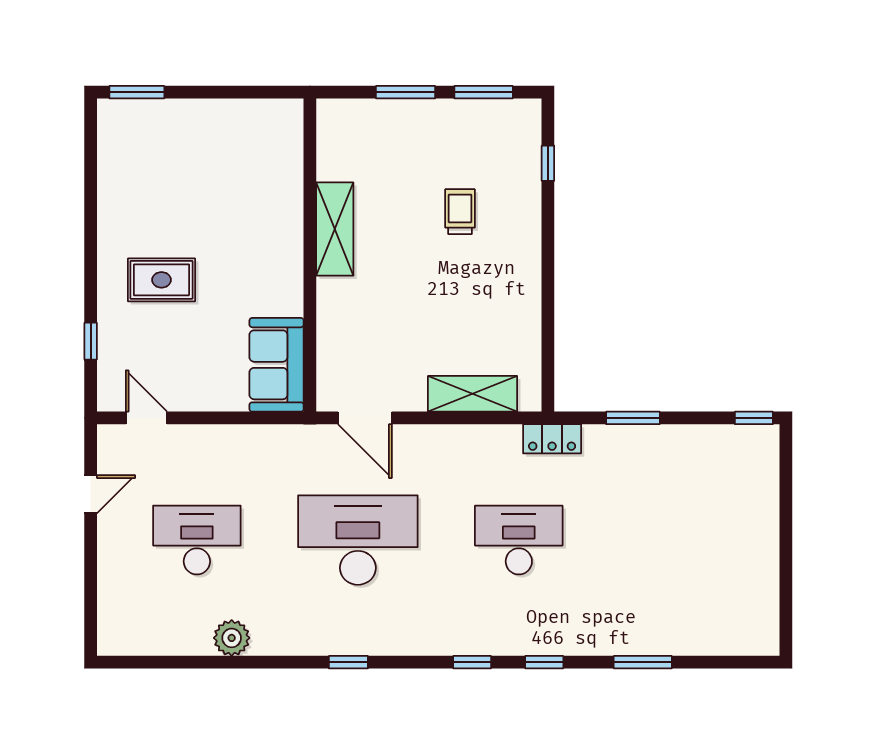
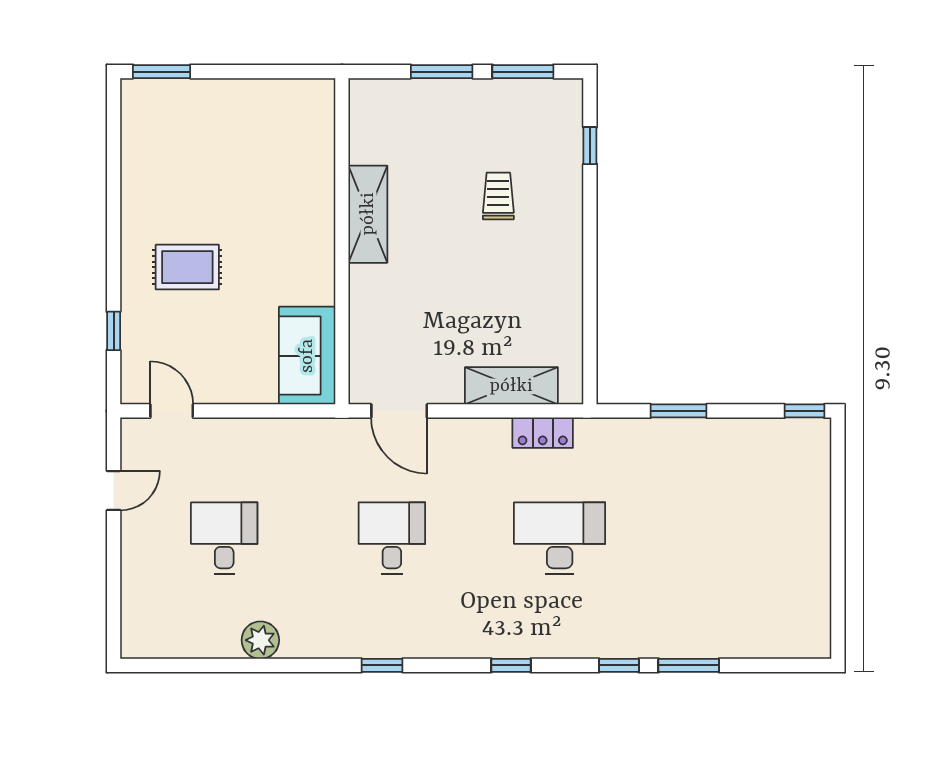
locker: (552, 439) -> (543, 433), moved
desk: (197, 540) -> (224, 538), width x0.73
desk: (358, 540) -> (392, 538), width x0.53, depth x0.77
window: (544, 662) -> (619, 665), moved

